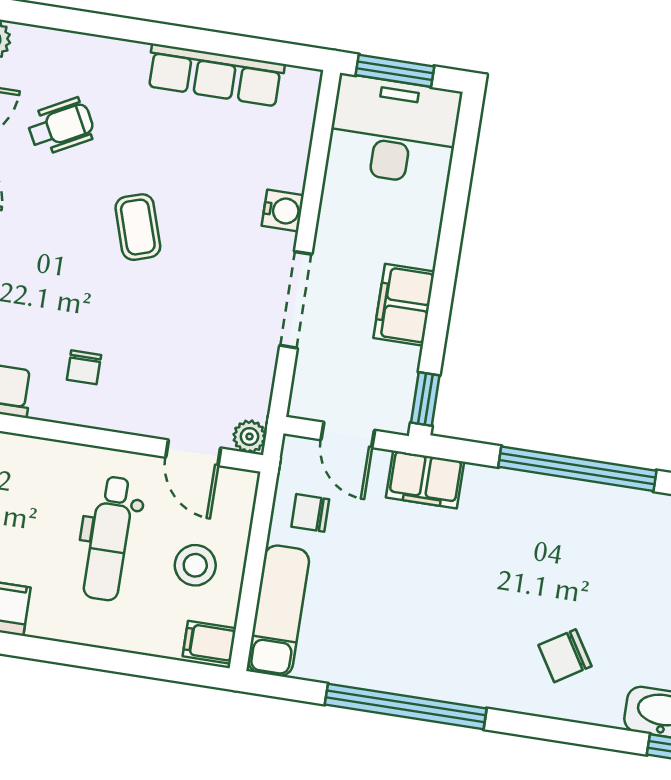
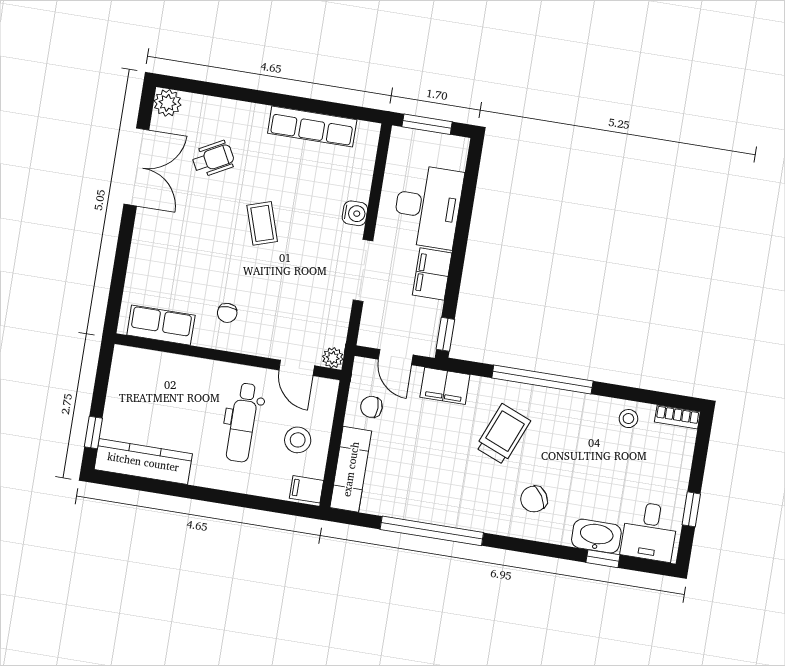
desk: (394, 130) -> (428, 207), moved, turned 90
trolley: (516, 555) -> (503, 434), added

